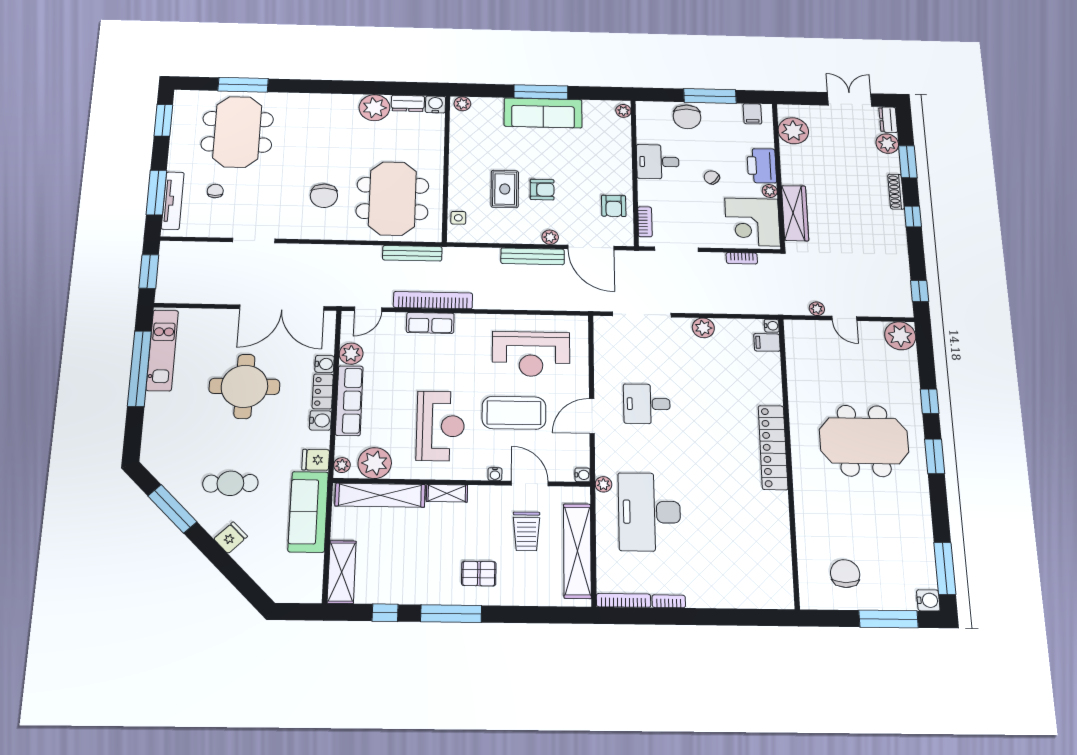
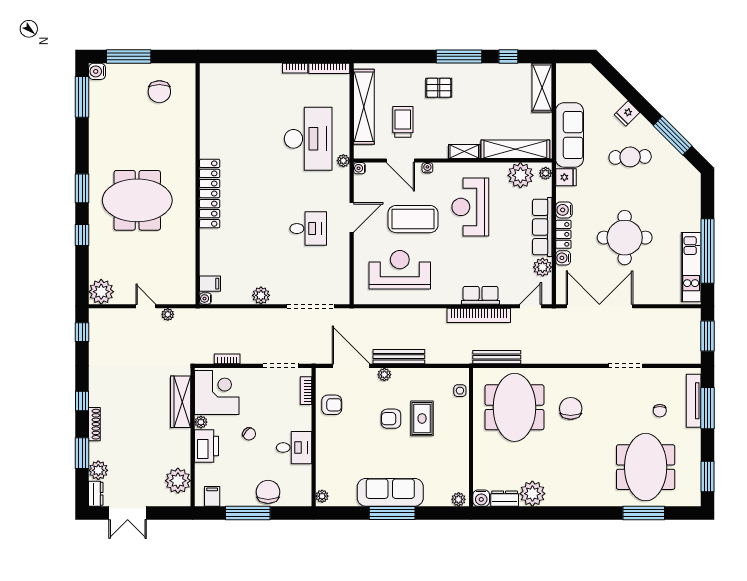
armchair: (614, 206) -> (332, 405), turned 90

